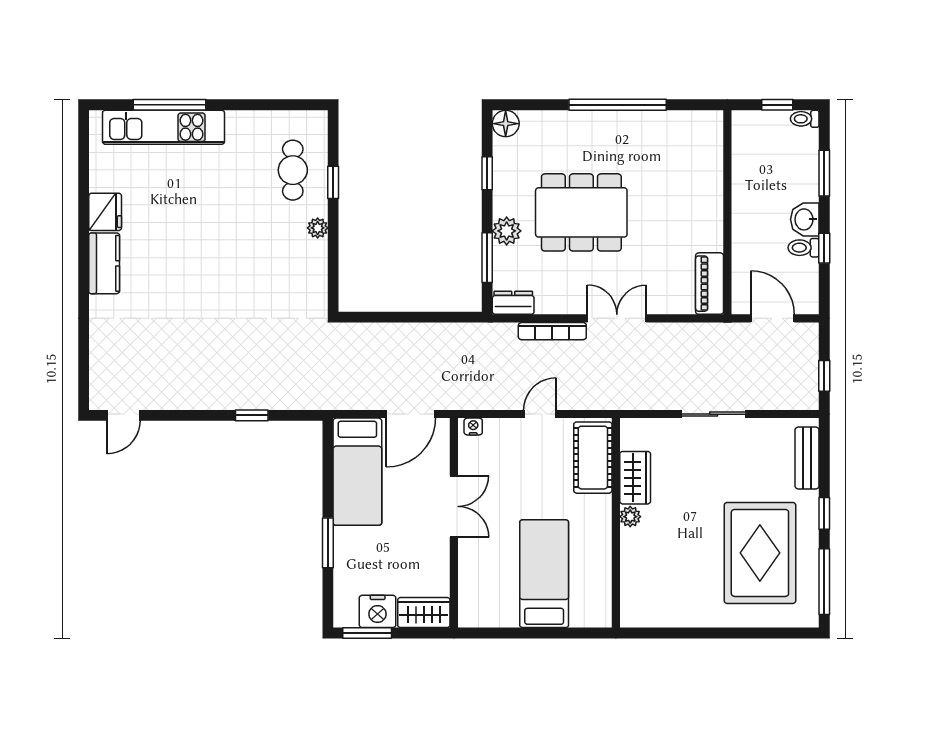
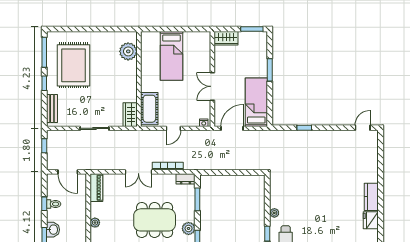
plant: (713, 207) -> (95, 223), added
washbasin: (805, 219) -> (53, 230), moved
plant: (507, 231) -> (189, 228), moved
wardrobe: (635, 478) -> (130, 115), moved
plant: (630, 517) -> (128, 51), moved, width x1.87, depth x1.87
nightstand: (378, 611) -> (247, 39), removed

